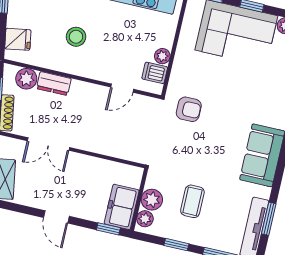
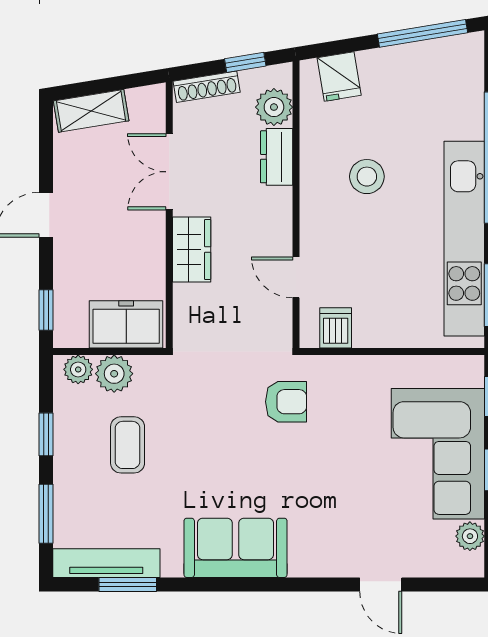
plant: (162, 56) -> (368, 334), removed
armchair: (189, 109) -> (286, 402), turned -90
wardrobe: (94, 142) -> (192, 249), added
coffee table: (192, 201) -> (128, 445), turned 90
freezer: (122, 207) -> (126, 324), moved

